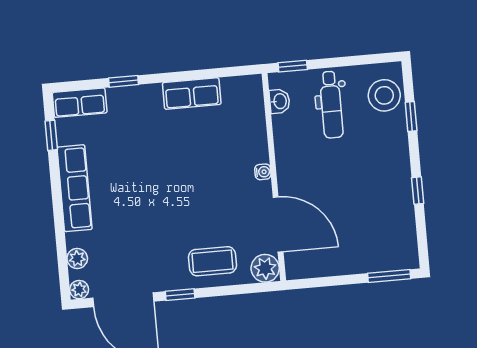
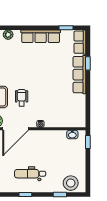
row of seats: (192, 94) -> (79, 75), moved, width x1.48
dental chair: (331, 105) -> (30, 174), moved
wheelchair: (210, 217) -> (22, 98), added

